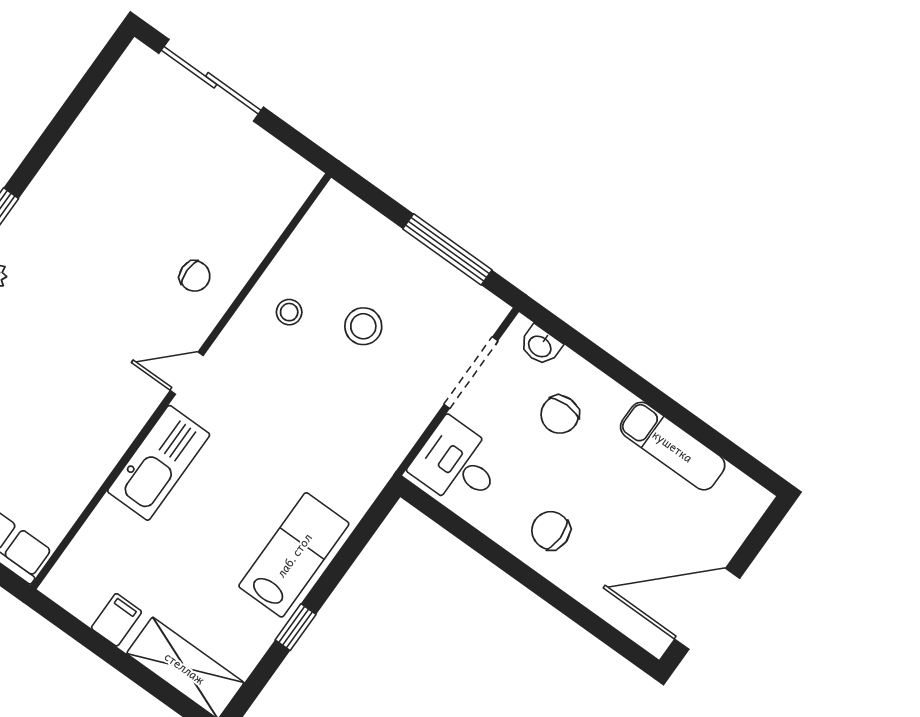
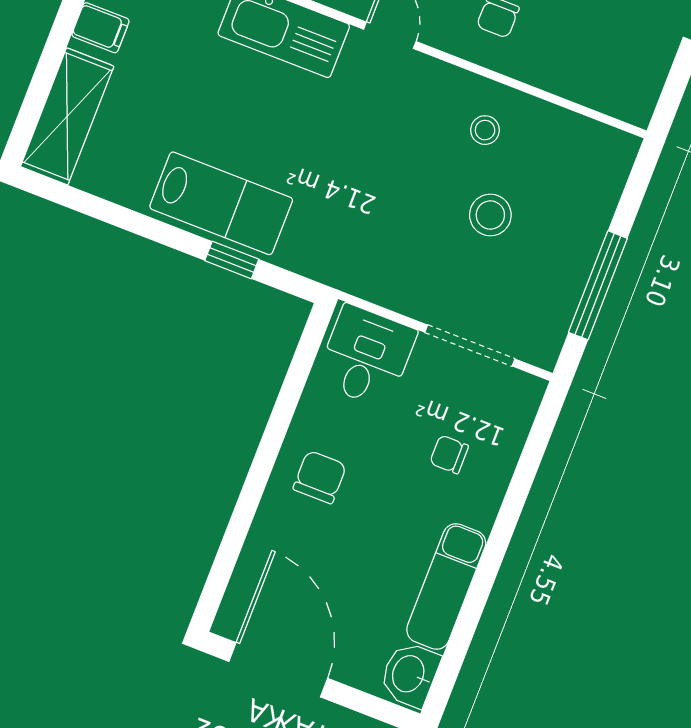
washbasin: (540, 346) -> (410, 674), moved, width x1.38, depth x1.45
chair: (560, 414) -> (449, 454), width x0.73, depth x0.73
window: (296, 627) -> (232, 260), moved

